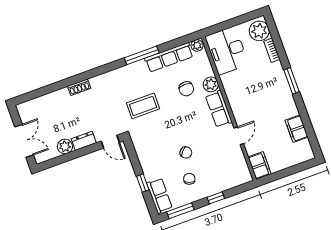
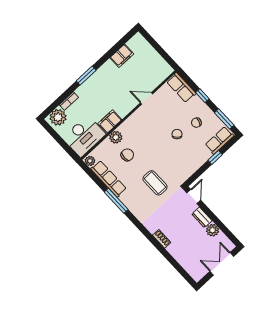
row of seats: (219, 109) -> (181, 88), moved, turned 90
filing cabinet: (260, 165) -> (110, 122), moved

